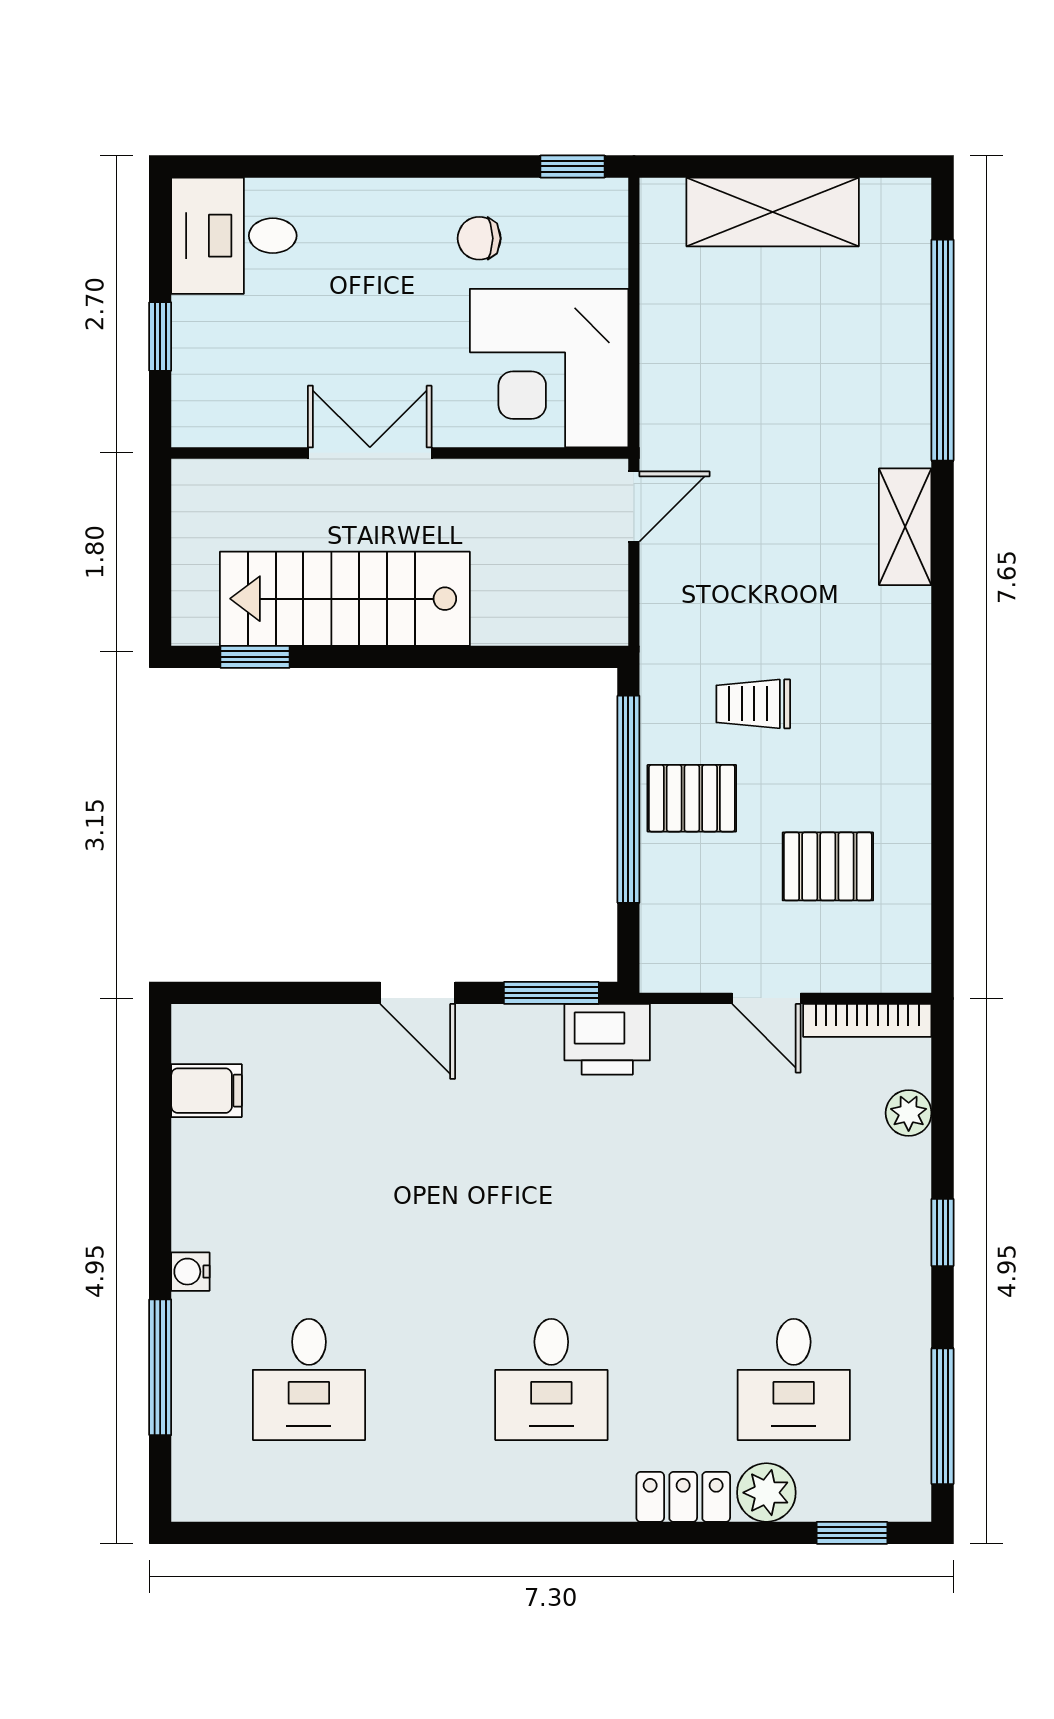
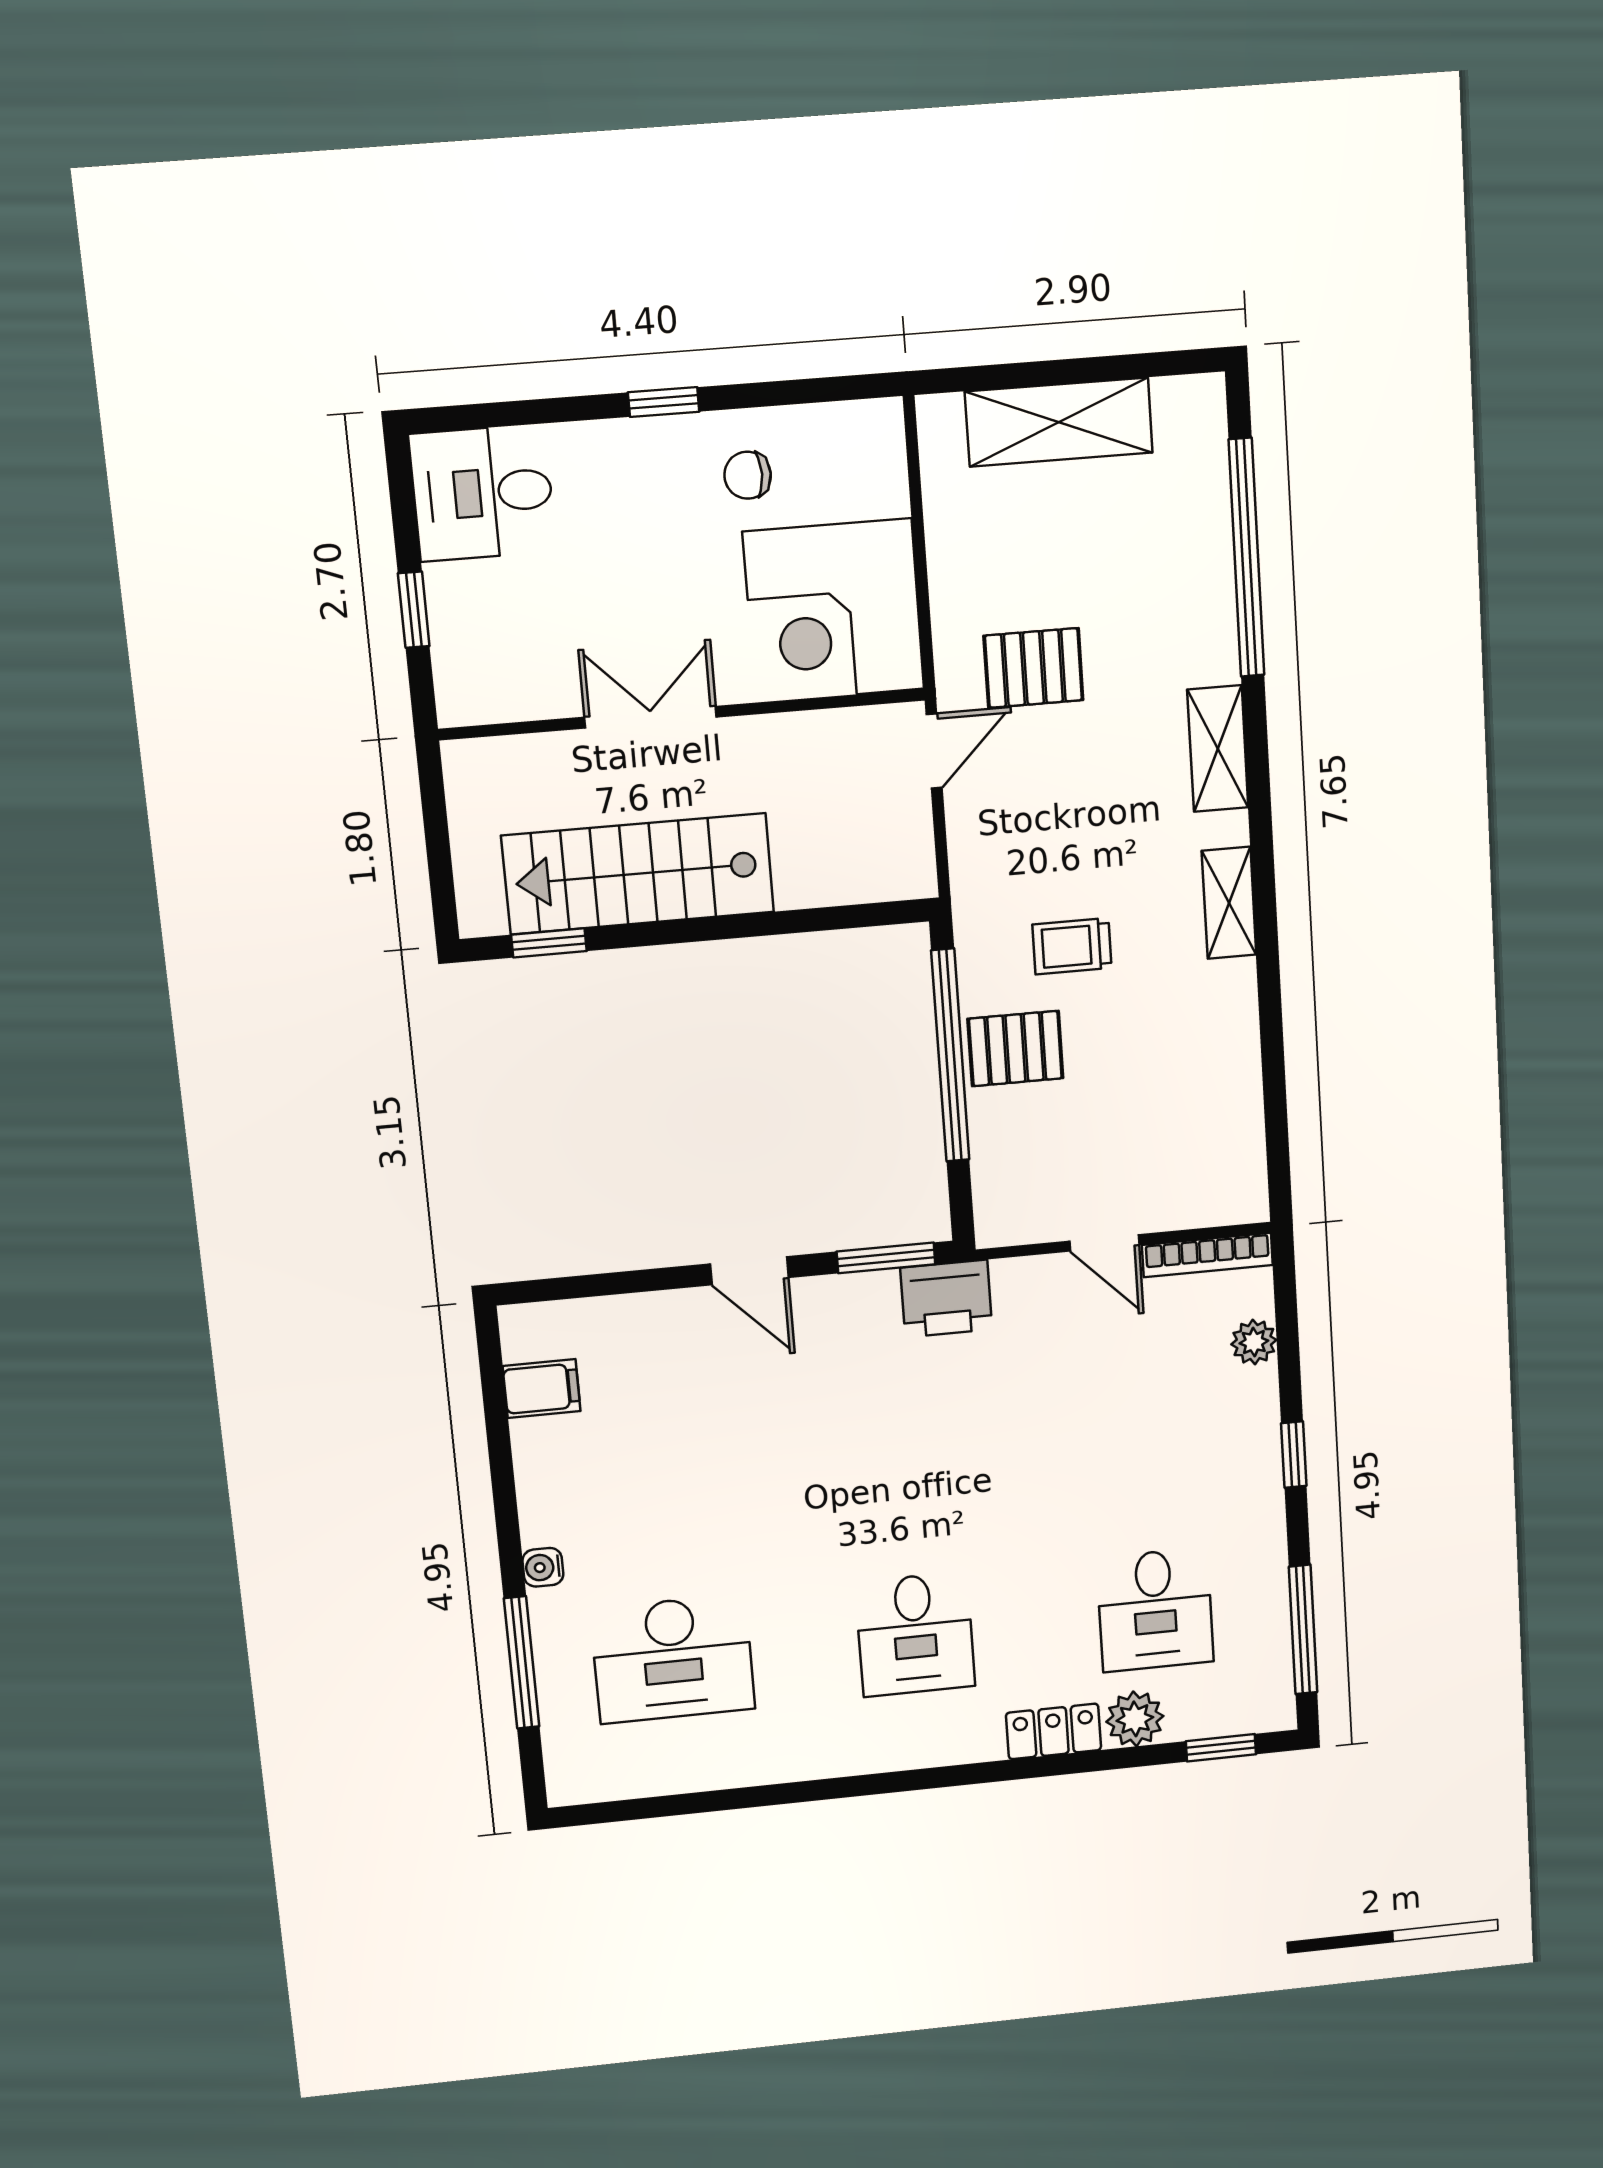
window: (572, 166) -> (664, 402), moved
shelving: (908, 675) -> (1229, 903), added
pallet: (828, 866) -> (1033, 668), moved
desk: (309, 1379) -> (673, 1659), width x1.37

